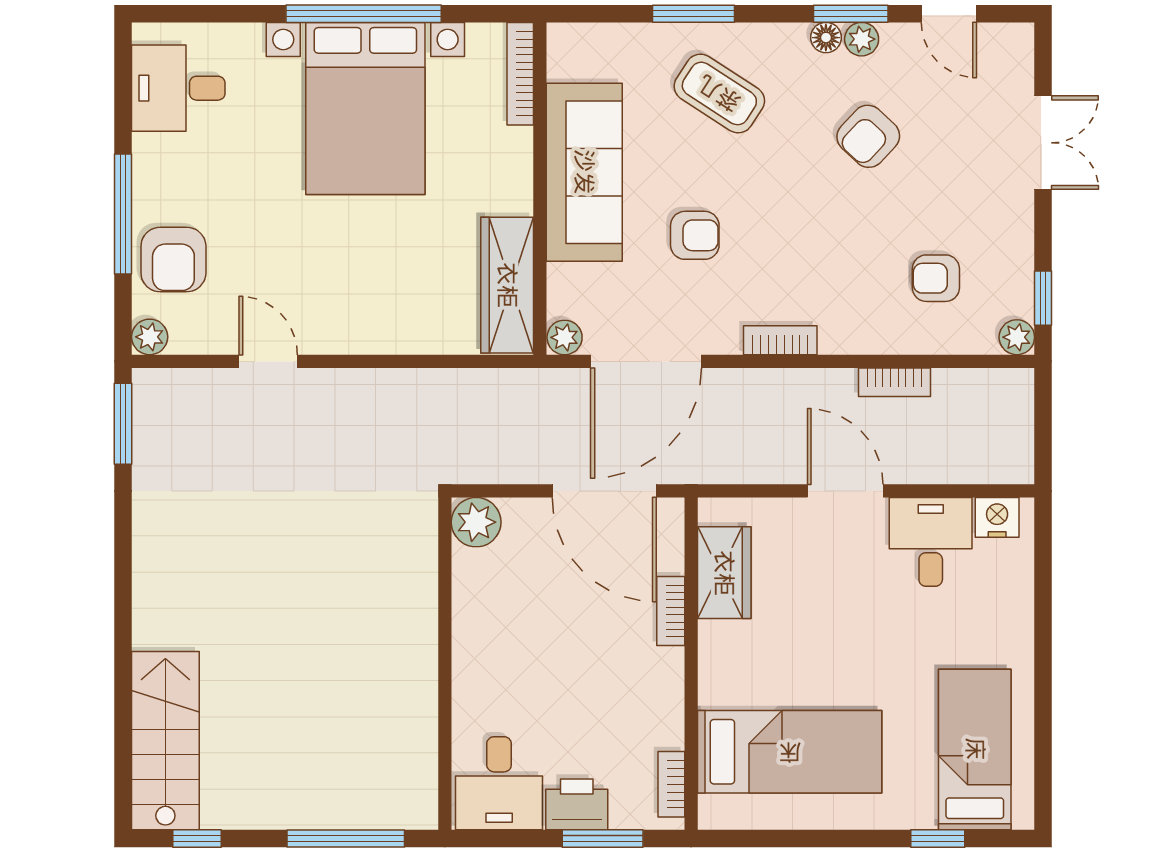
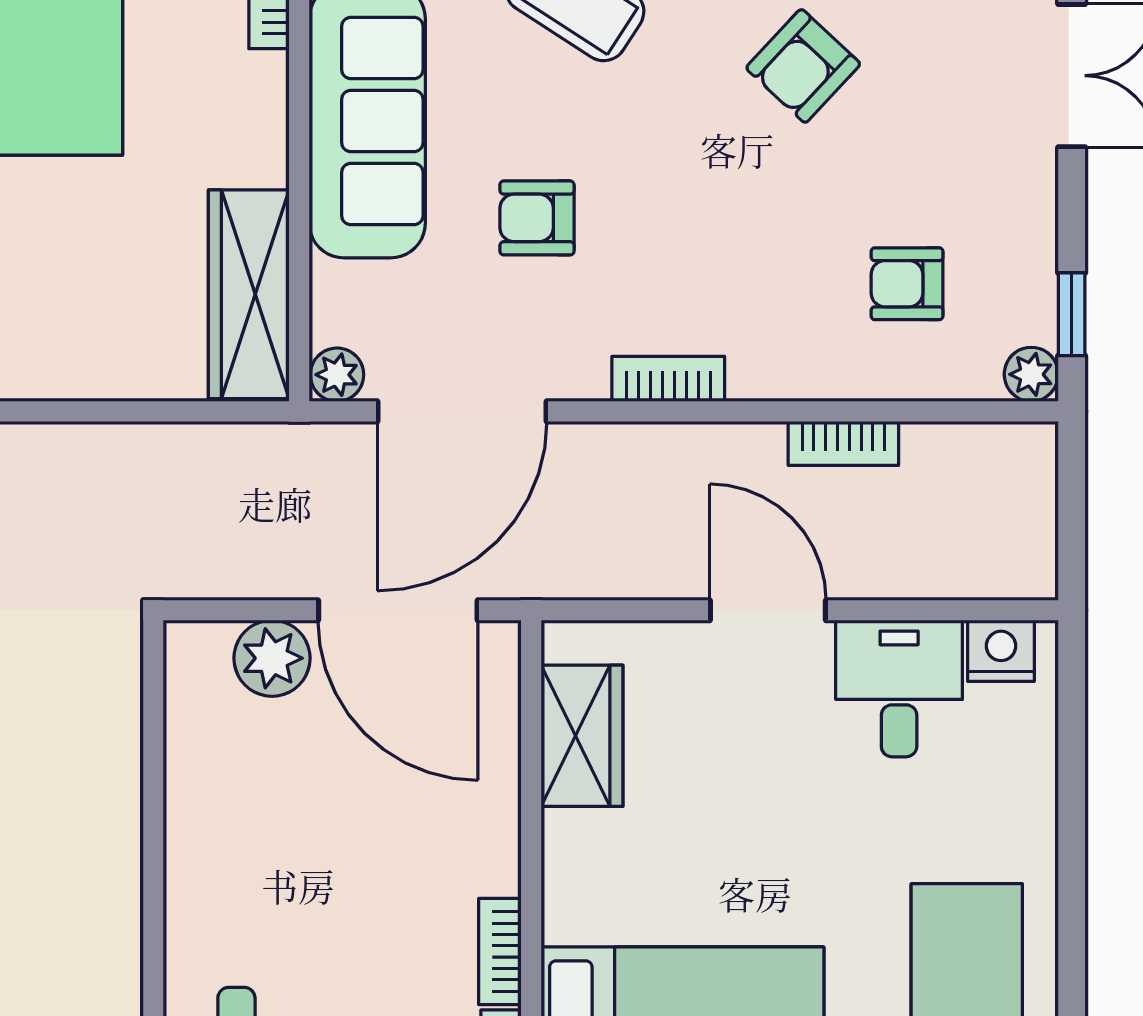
armchair: (695, 235) -> (537, 218), turned 180
plant: (476, 522) -> (272, 658), moved
bookcase: (671, 611) -> (500, 951), moved

